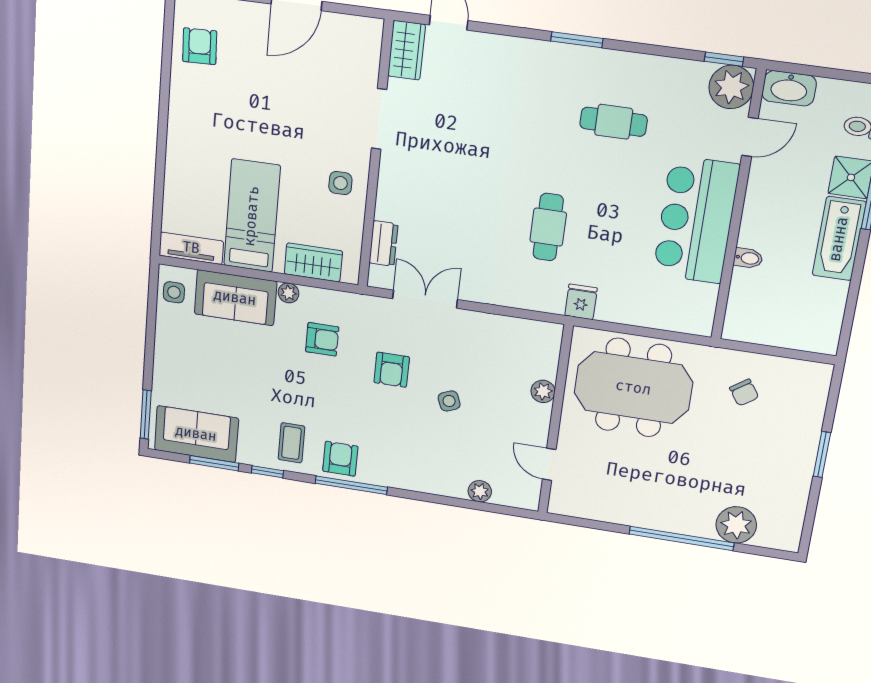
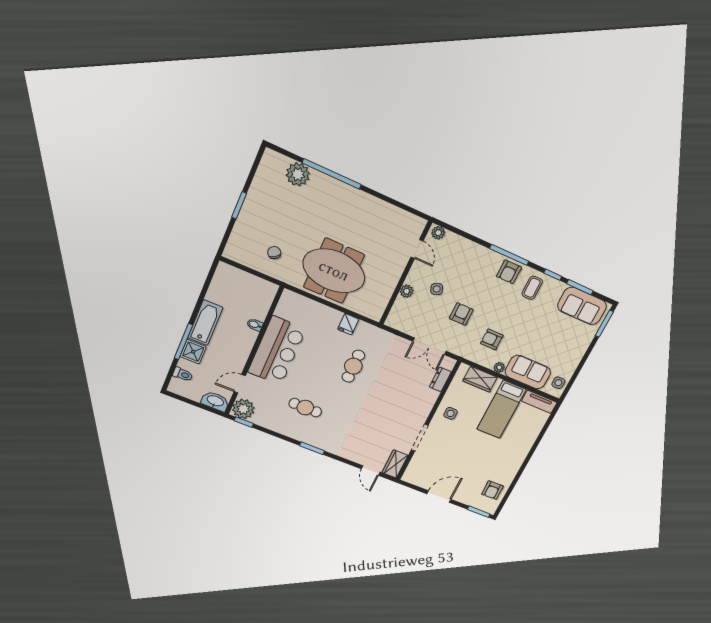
plant: (543, 391) -> (407, 291), moved
wall: (555, 420) -> (405, 273), moved
door: (549, 464) -> (417, 249), moved

